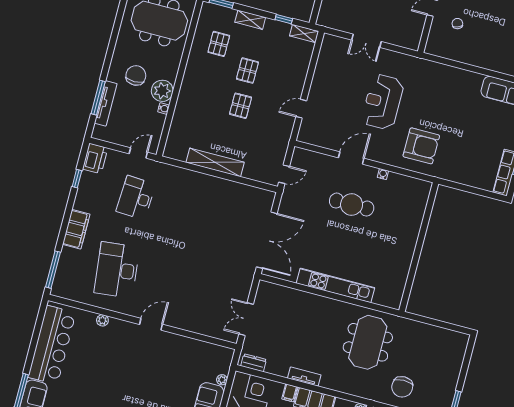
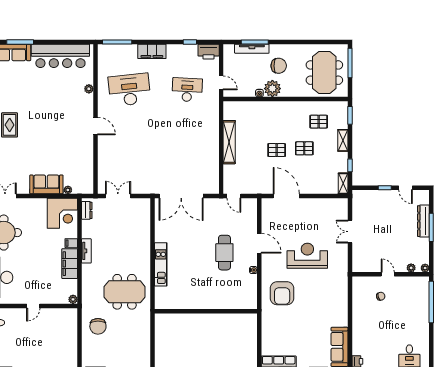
door: (301, 109) -> (286, 196), width x1.88
kitchen unit: (335, 285) -> (161, 264), width x0.73
chair: (402, 387) -> (98, 326), turned -90

